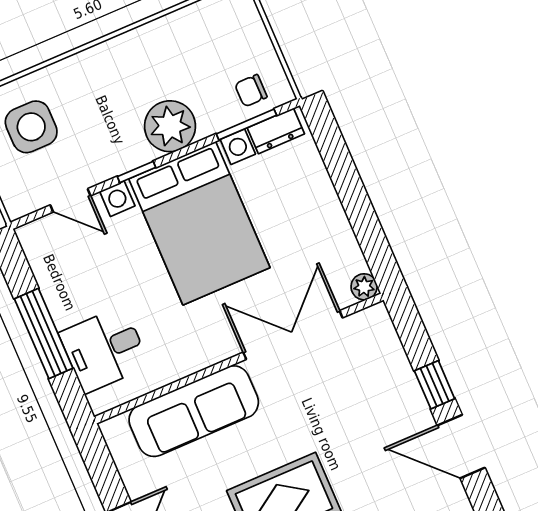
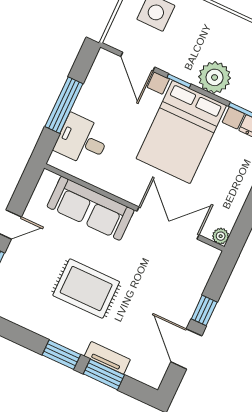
door: (70, 200) -> (138, 62), width x1.38

